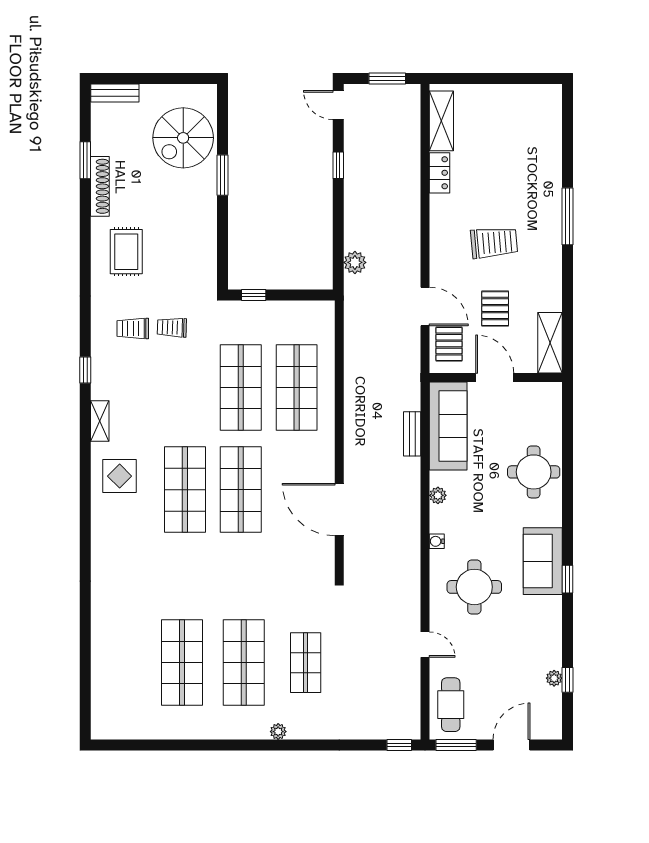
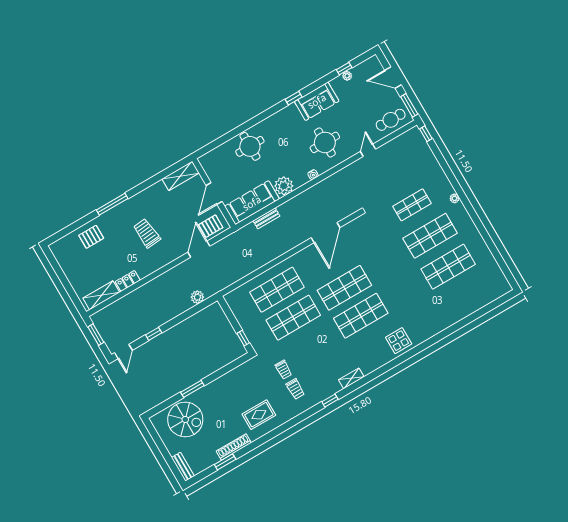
pallet: (495, 309) -> (91, 237), moved
display table: (120, 476) -> (399, 341), moved
plant: (438, 495) -> (284, 186), width x1.88, depth x1.88
sofa: (543, 561) -> (317, 101), moved

